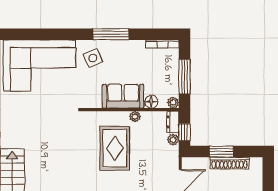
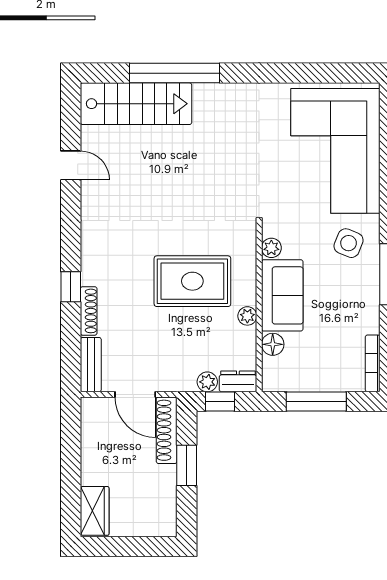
side table: (93, 58) -> (349, 243), turned 45
plant: (173, 103) -> (271, 248), moved
shoe rack: (230, 163) -> (167, 430), moved

